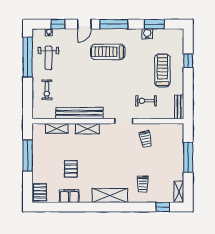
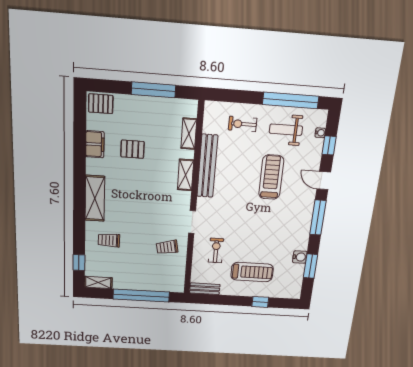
treadmill: (108, 52) -> (271, 177), moved
window: (188, 157) -> (141, 296), width x1.46

